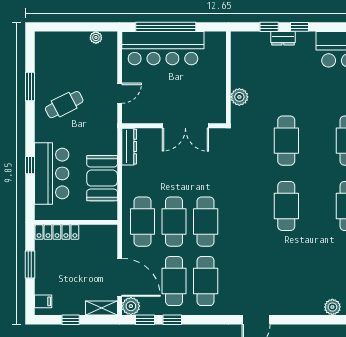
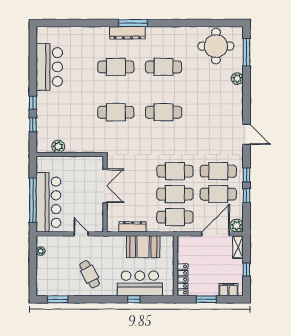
dresser: (283, 38) -> (41, 115), removed
window: (30, 87) -> (58, 299), moved
plant: (239, 97) -> (58, 146), moved
dresser: (129, 147) -> (133, 227), moved
filing cabinet: (43, 301) -> (228, 290), width x2.00
window: (145, 320) -> (246, 175), moved

